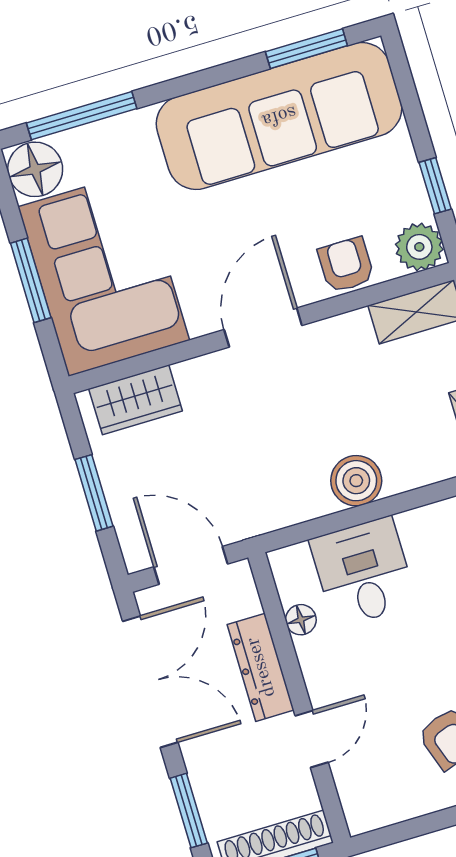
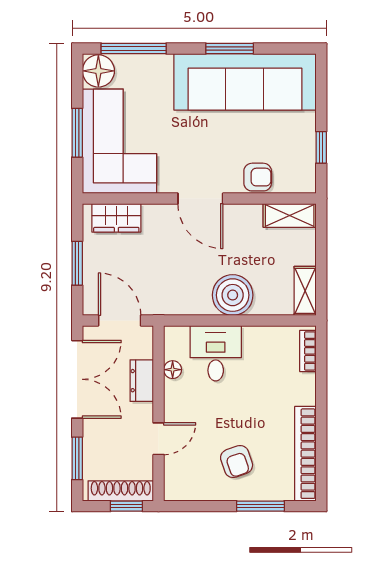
window: (306, 49) -> (230, 48), moved
plant: (419, 247) -> (302, 179), removed
armchair: (346, 265) -> (258, 177), turned 90
door: (263, 328) -> (200, 198), swing flipped
boiler: (356, 481) -> (233, 295), width x1.37, depth x1.37
dresser: (261, 667) -> (142, 381), width x0.70

